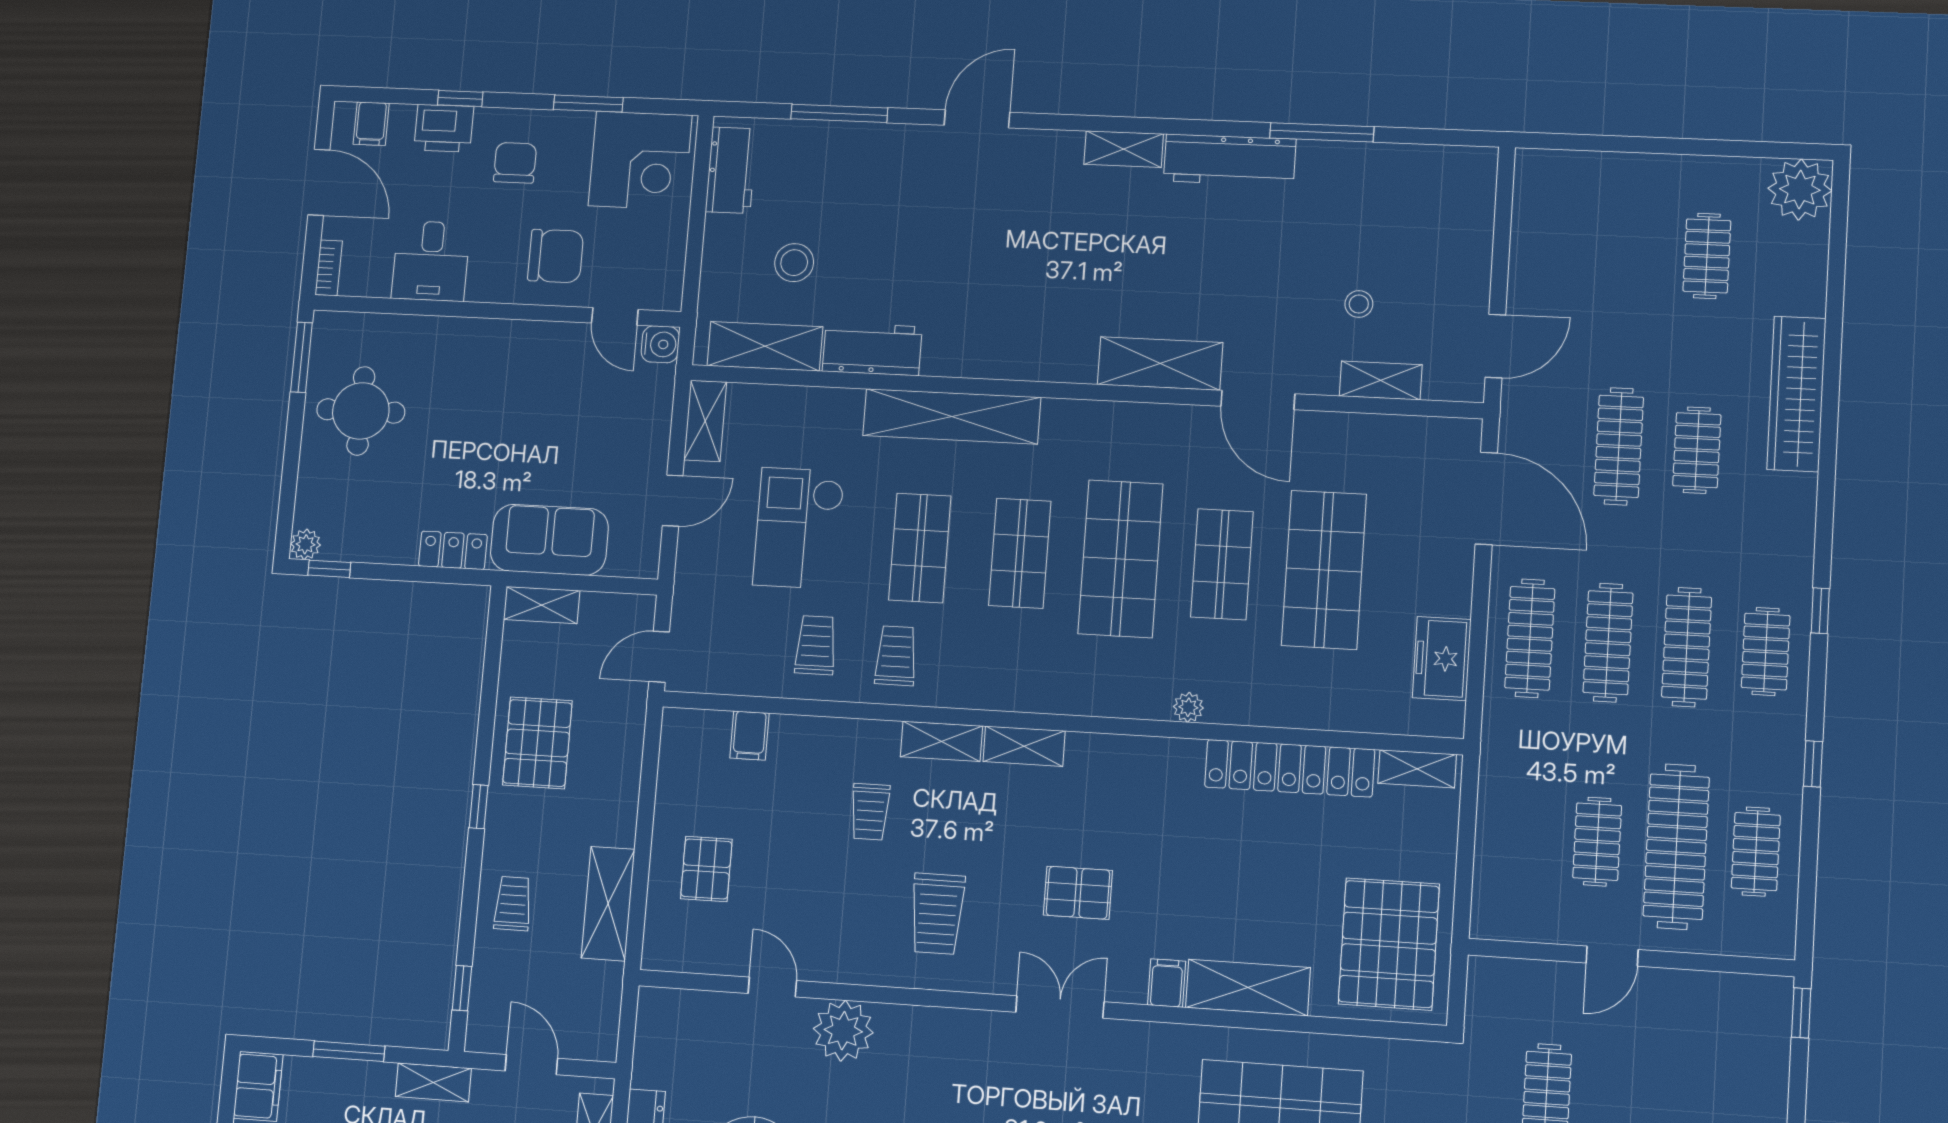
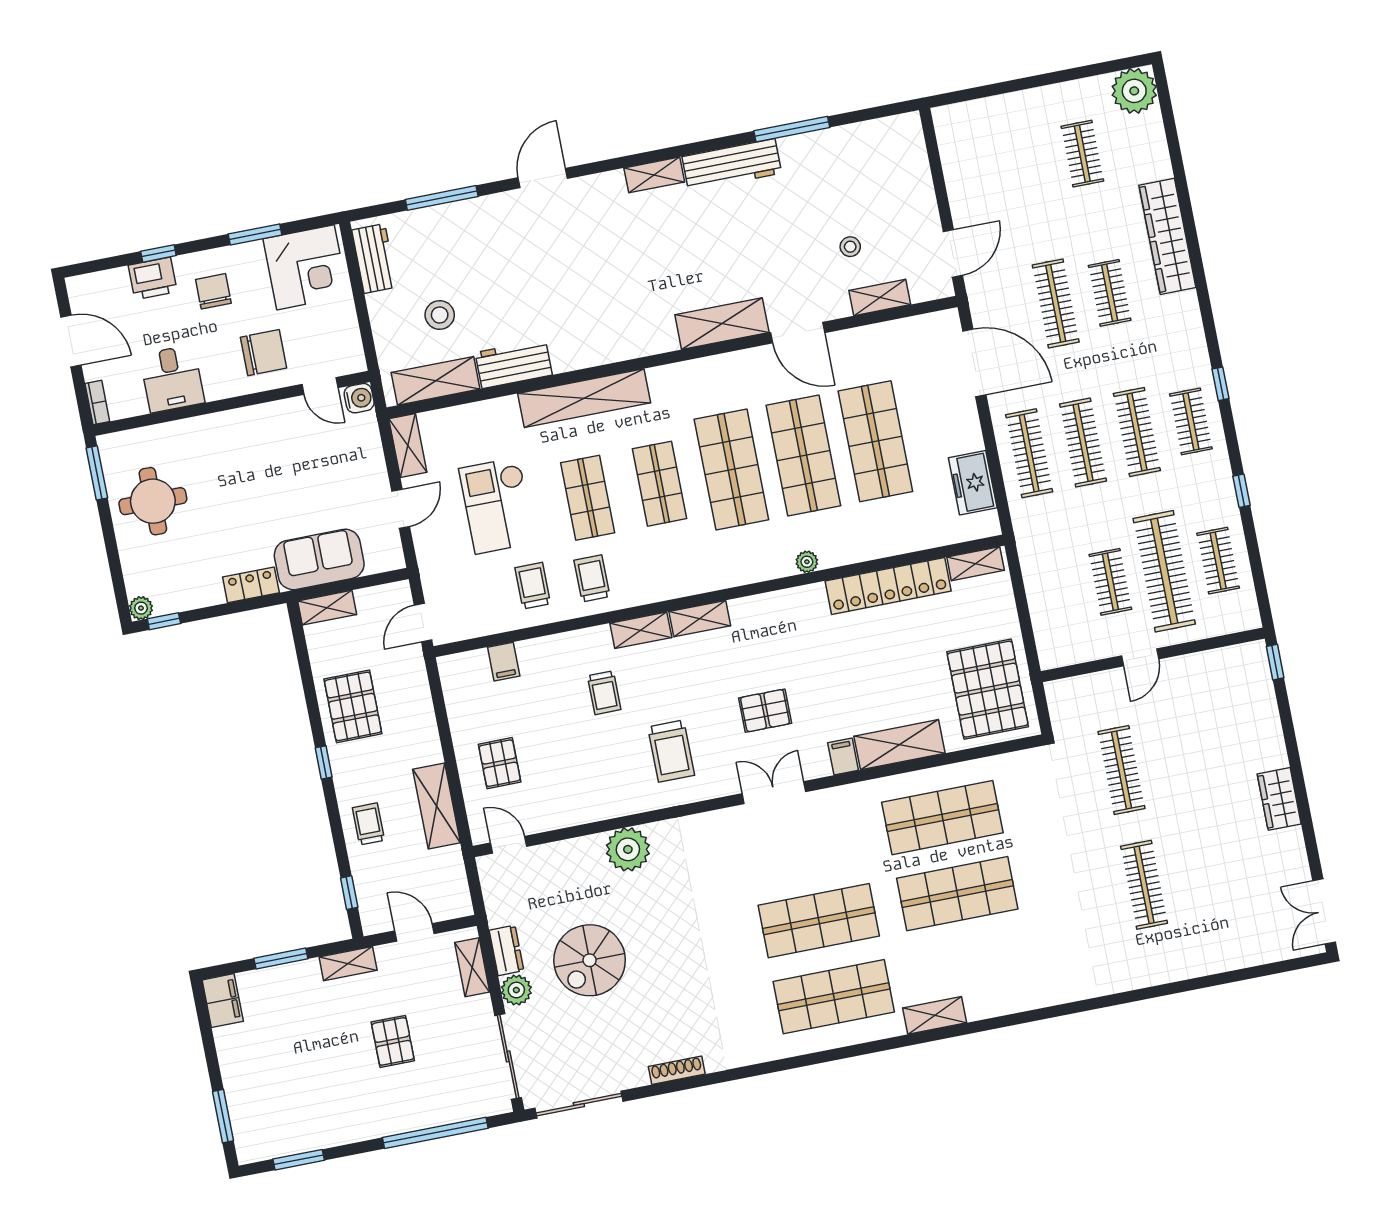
filing cabinet: (371, 124) -> (97, 288), removed
shop shelf: (1222, 564) -> (803, 455), width x1.43, depth x1.36
door: (772, 987) -> (509, 845), moved

